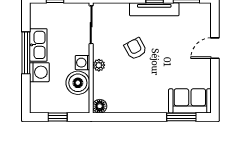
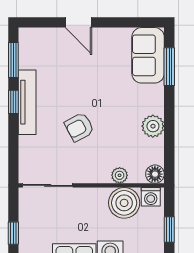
washing machine: (82, 63) -> (151, 197), moved
plant: (99, 65) -> (120, 175), moved
plant: (136, 105) -> (153, 126), added

